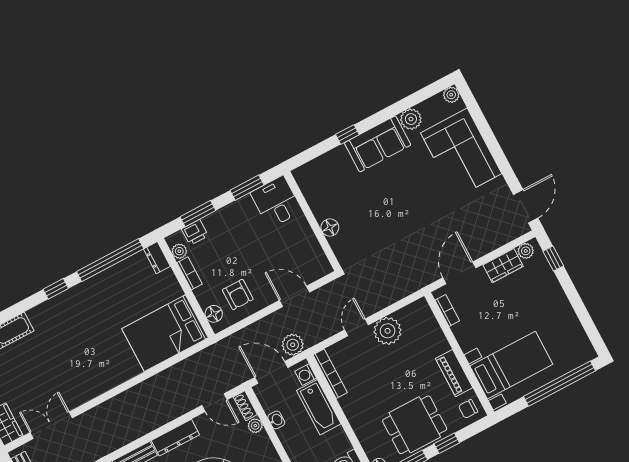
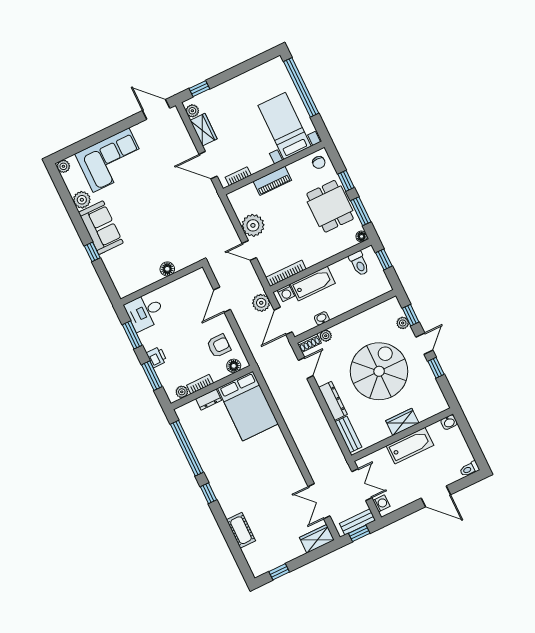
printer: (195, 232) -> (157, 357), moved
dresser: (157, 258) -> (209, 400), moved
piano: (454, 373) -> (272, 181), moved

